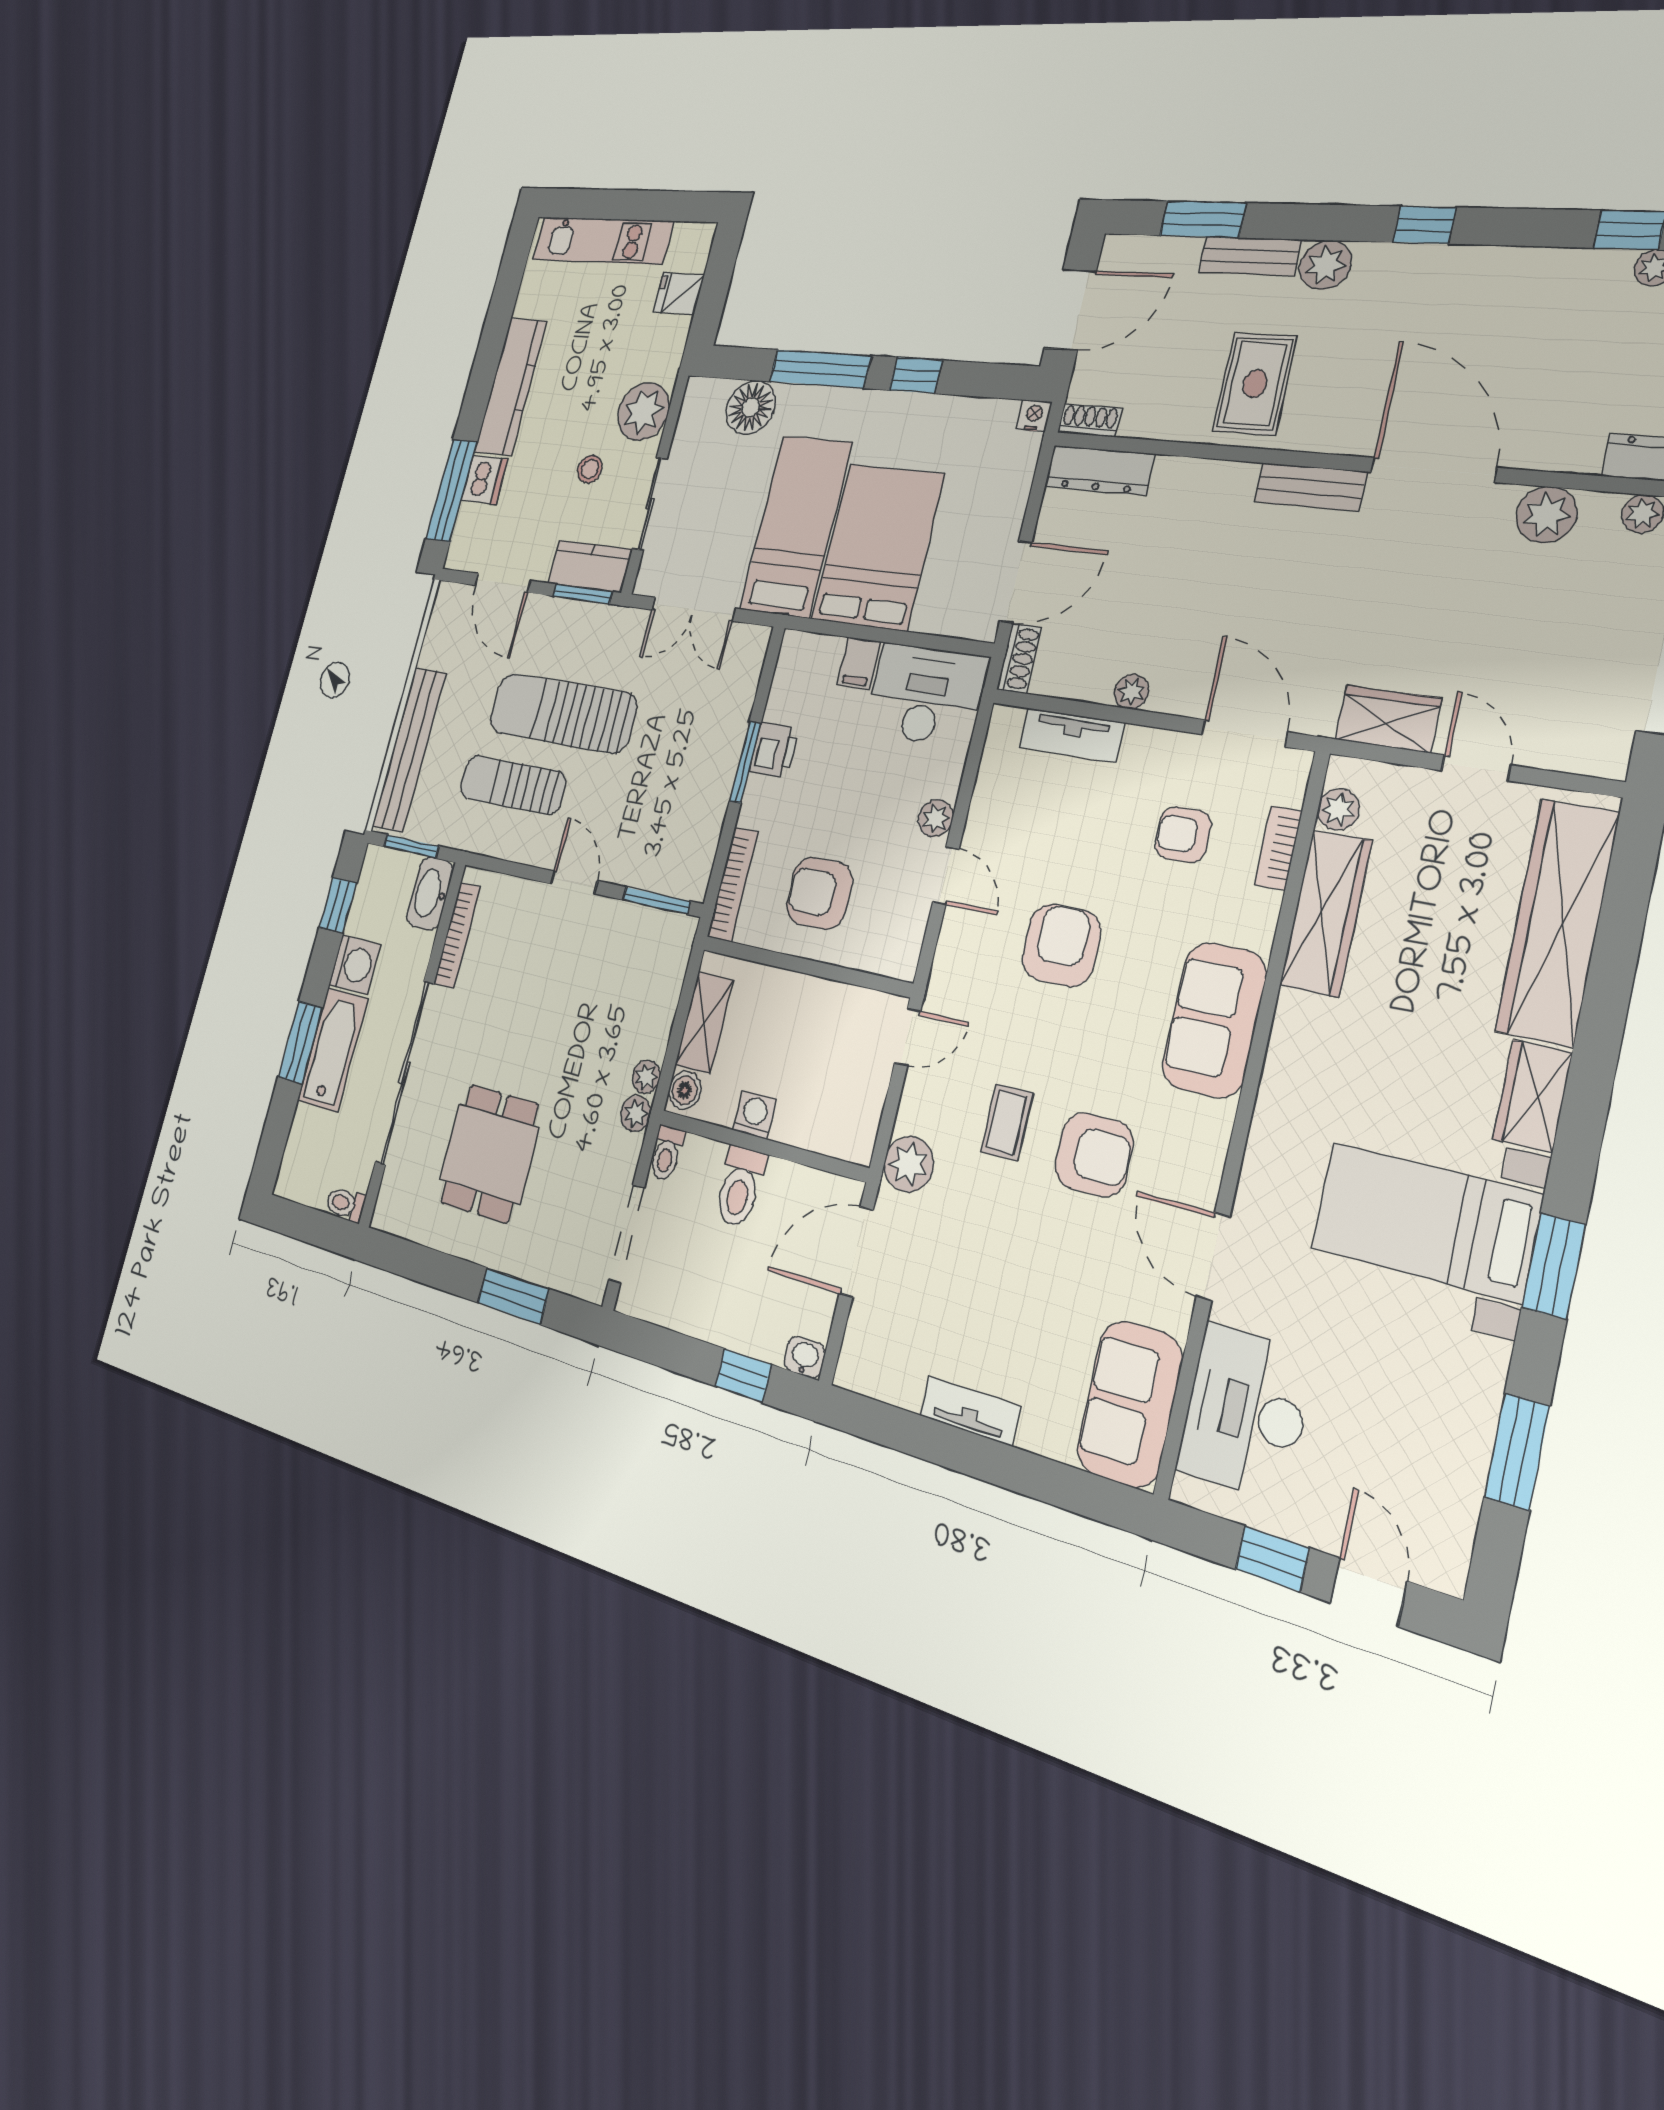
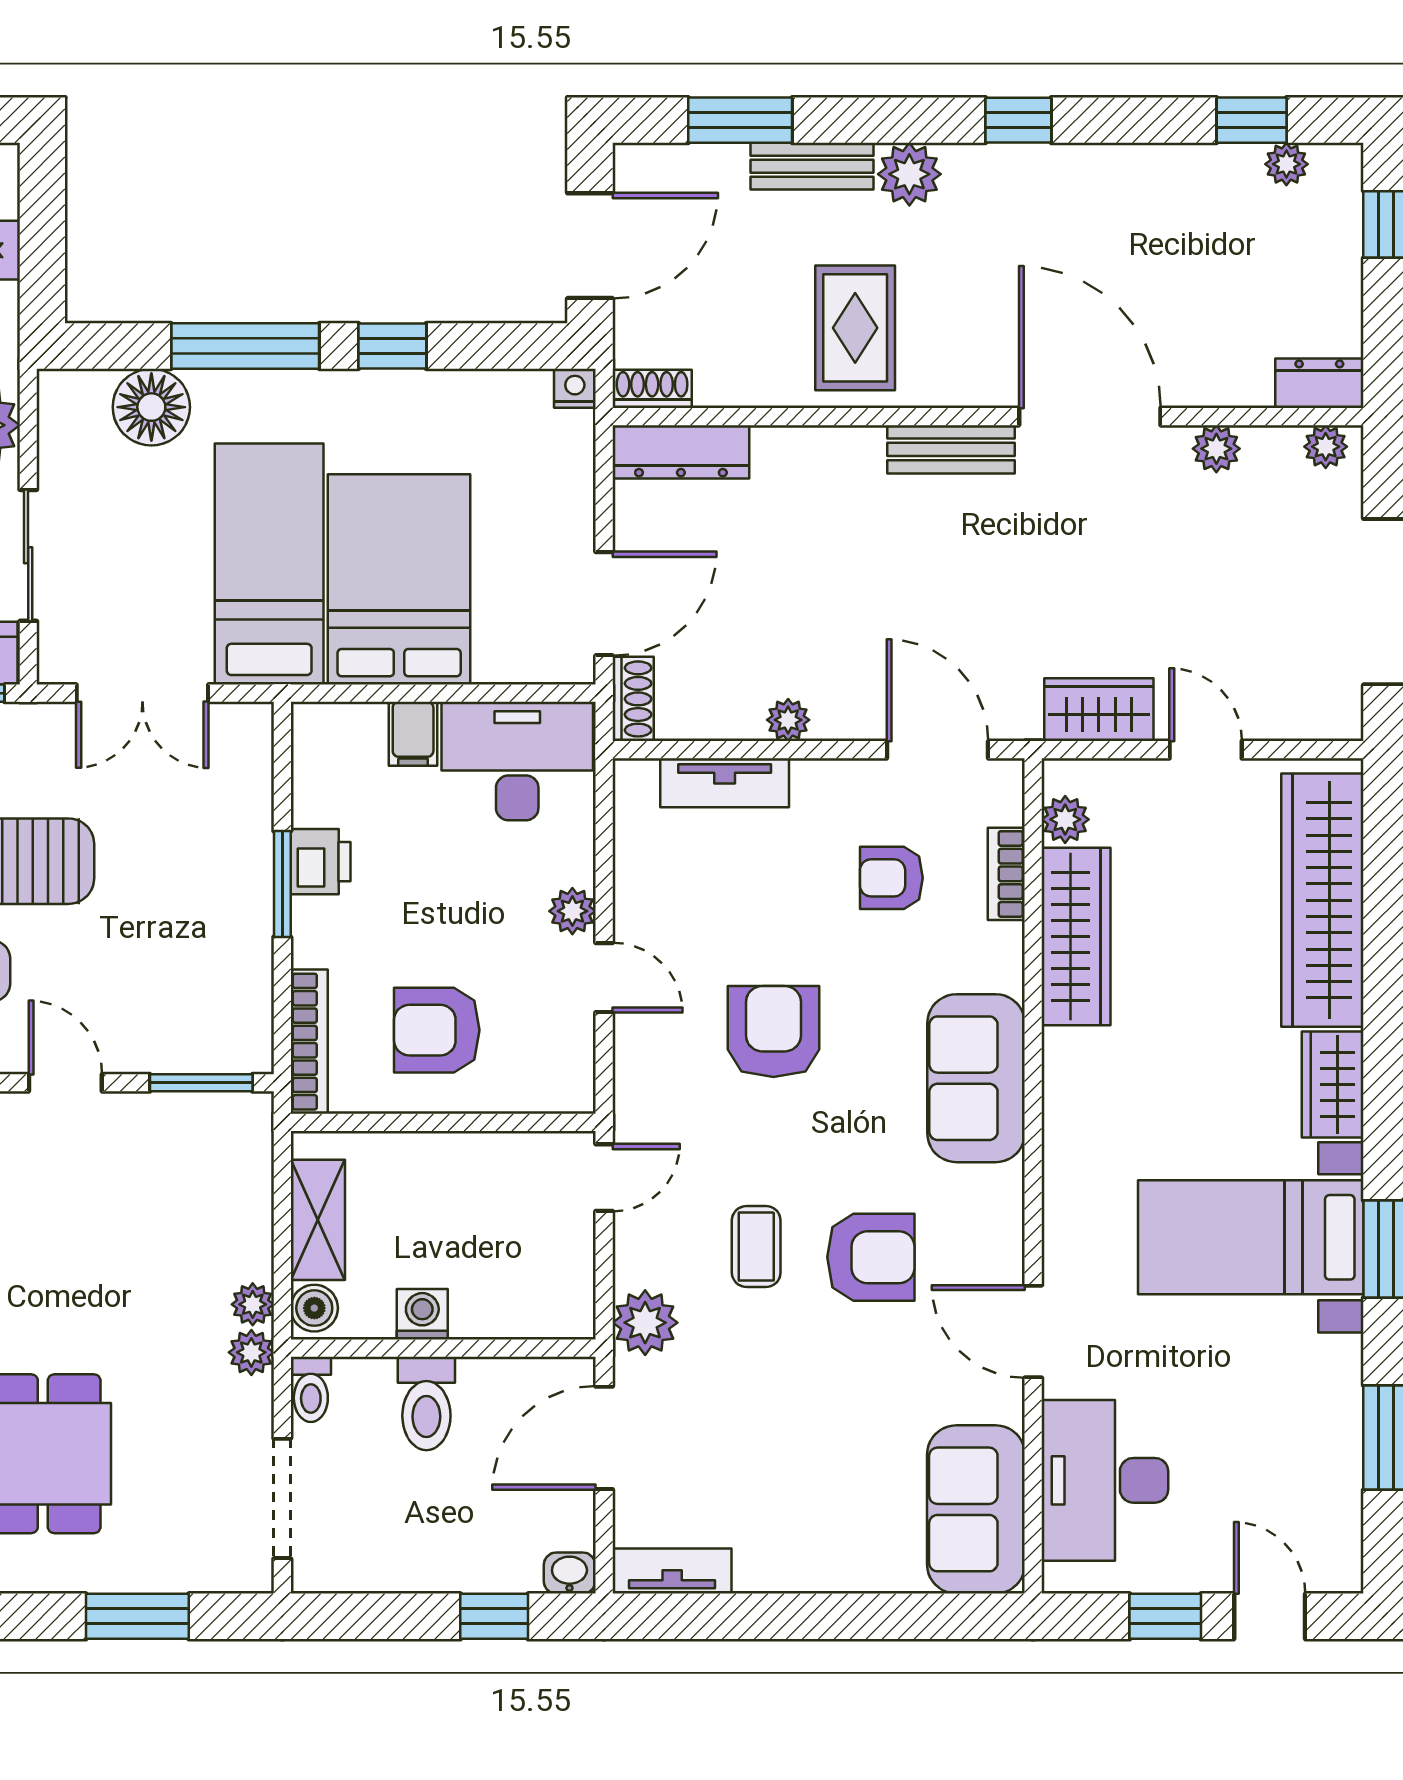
plant: (1547, 515) -> (1216, 449), width x0.73, depth x0.73
tv unit: (970, 1411) -> (672, 1571), moved

